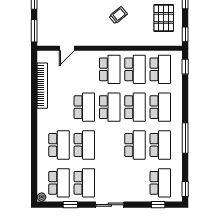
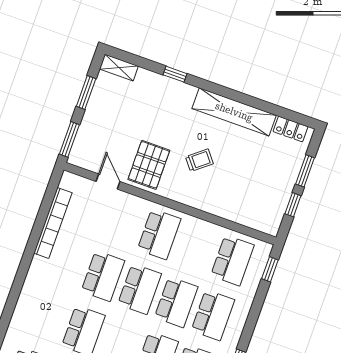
pallet: (164, 18) -> (149, 165), moved
window: (185, 34) -> (293, 205), moved
door: (67, 48) -> (108, 181), swing flipped
school desk: (135, 69) -> (196, 247), removed
school desk: (59, 145) -> (47, 318), removed

